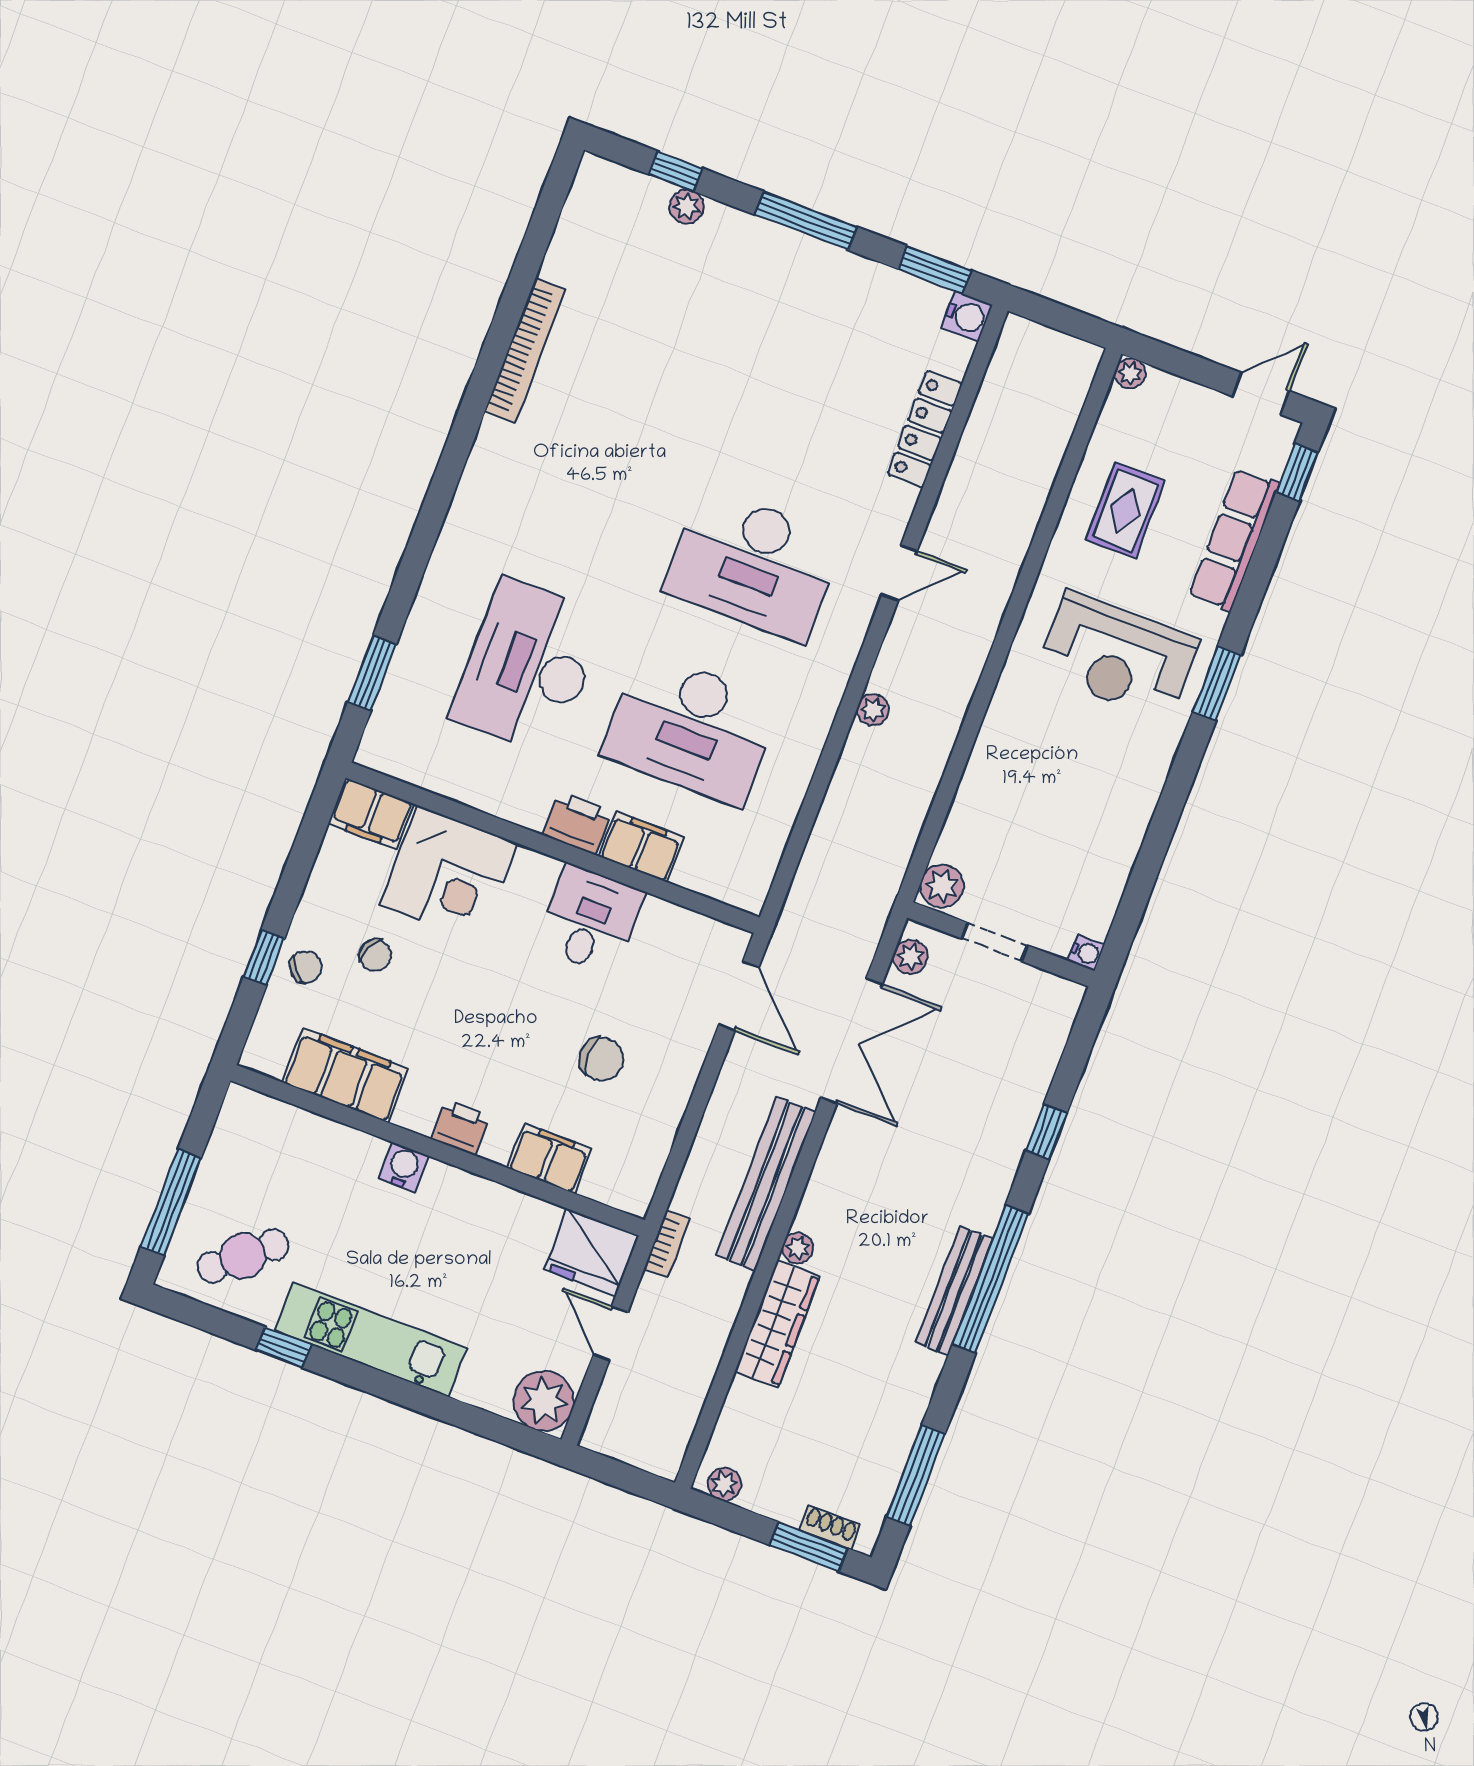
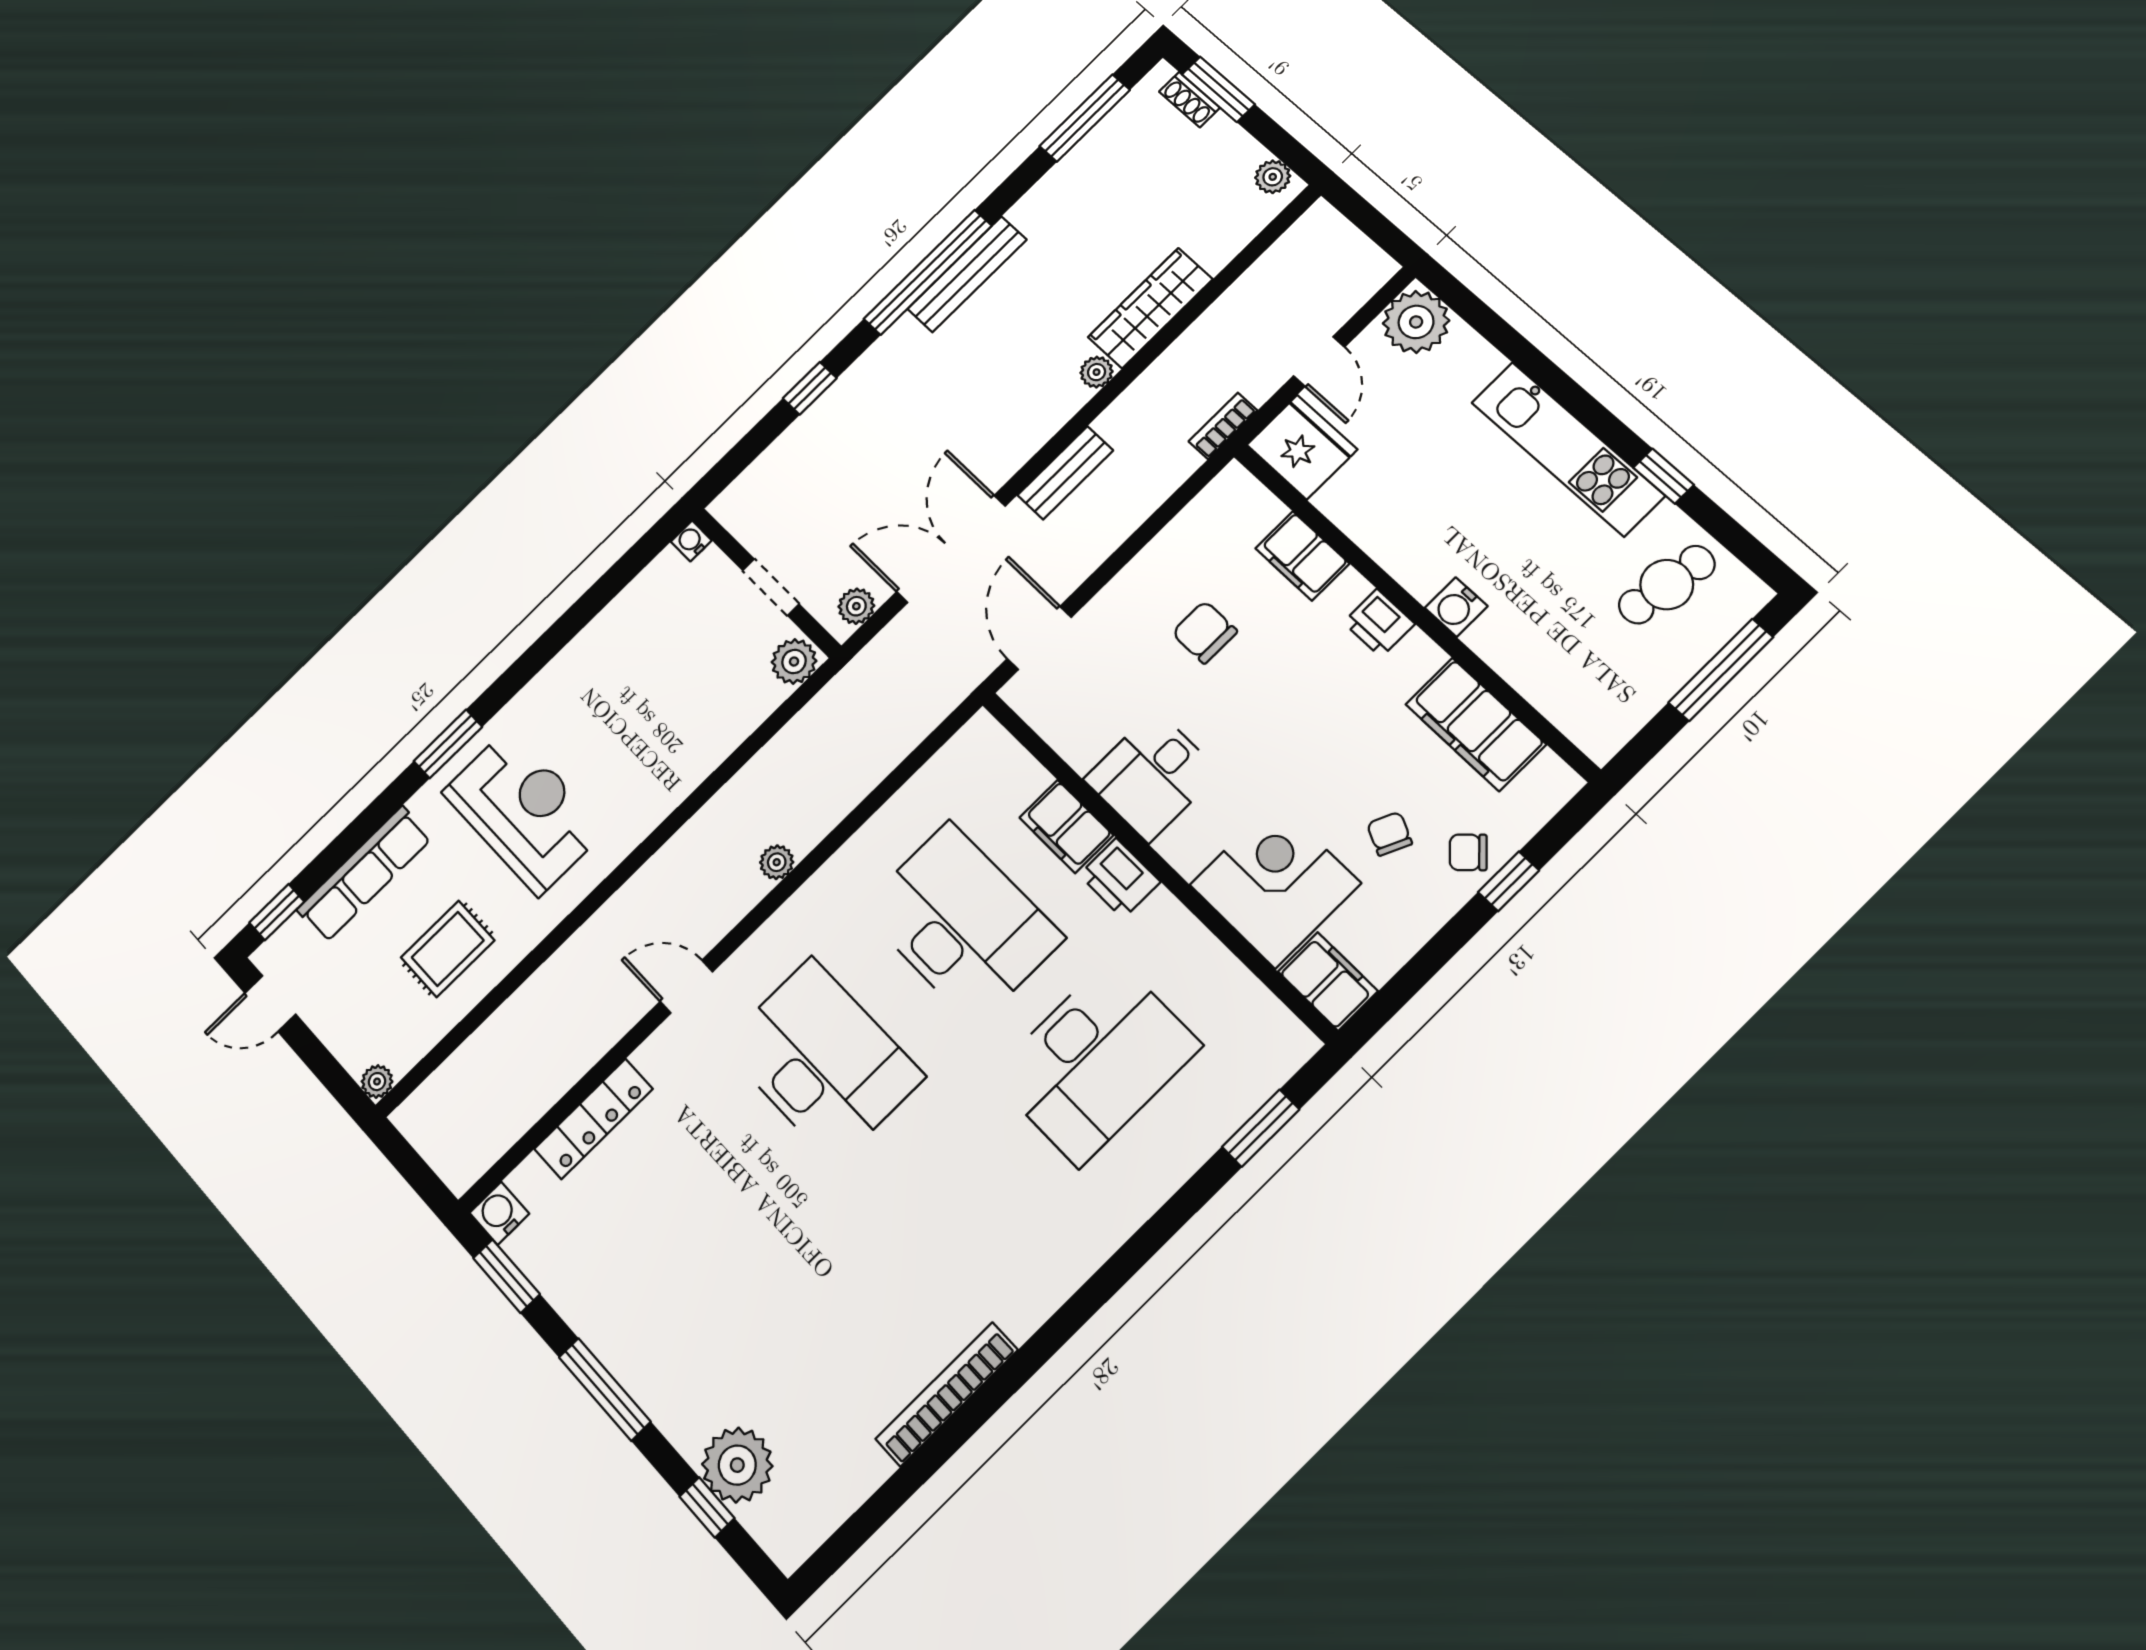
plant: (687, 207) -> (737, 1465), width x1.88, depth x1.88
bench: (766, 1184) -> (1065, 473), width x0.54, depth x0.82
cafe table: (243, 1256) -> (1667, 585), turned -40

